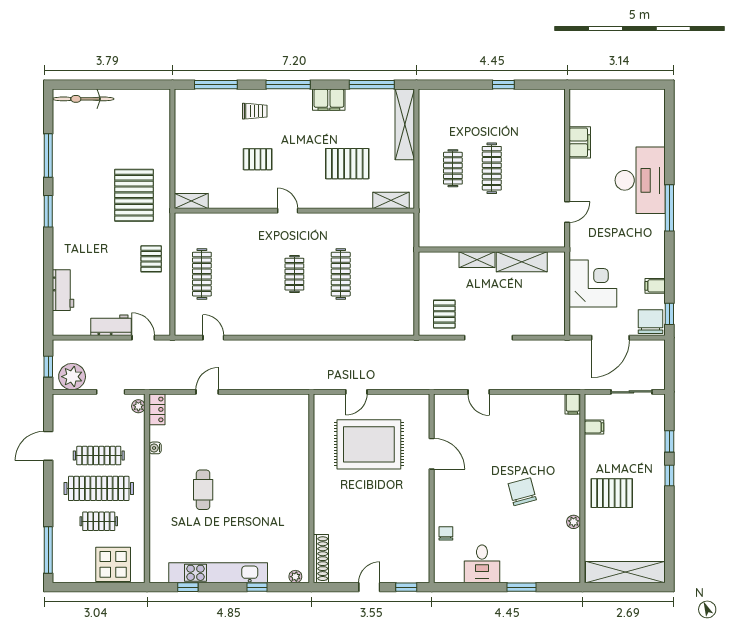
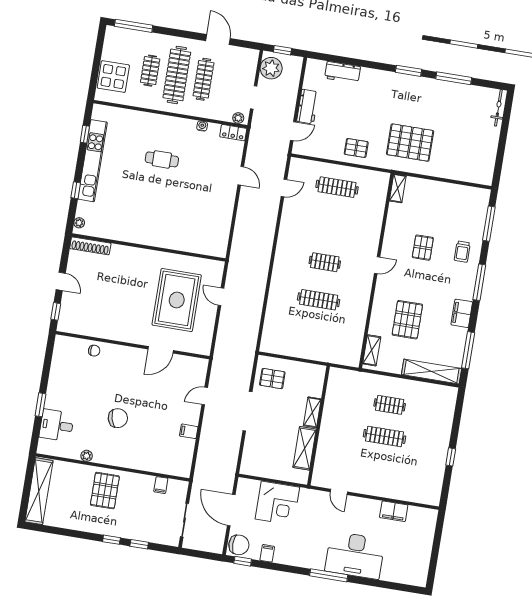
bicycle: (83, 99) -> (498, 108), width x0.73, depth x0.71
filing cabinet: (573, 404) -> (189, 431), moved
desk: (482, 564) -> (57, 425), moved

